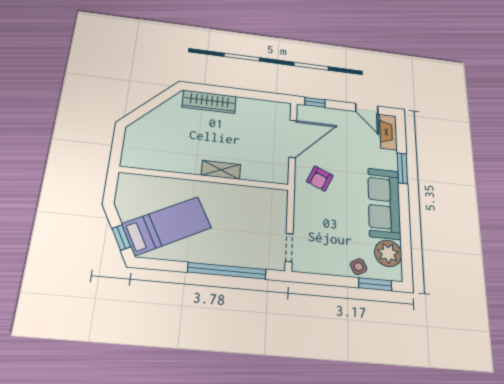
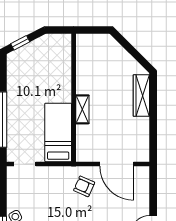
window: (315, 102) -> (153, 181), removed
bed: (167, 226) -> (58, 132), moved, turned -153

